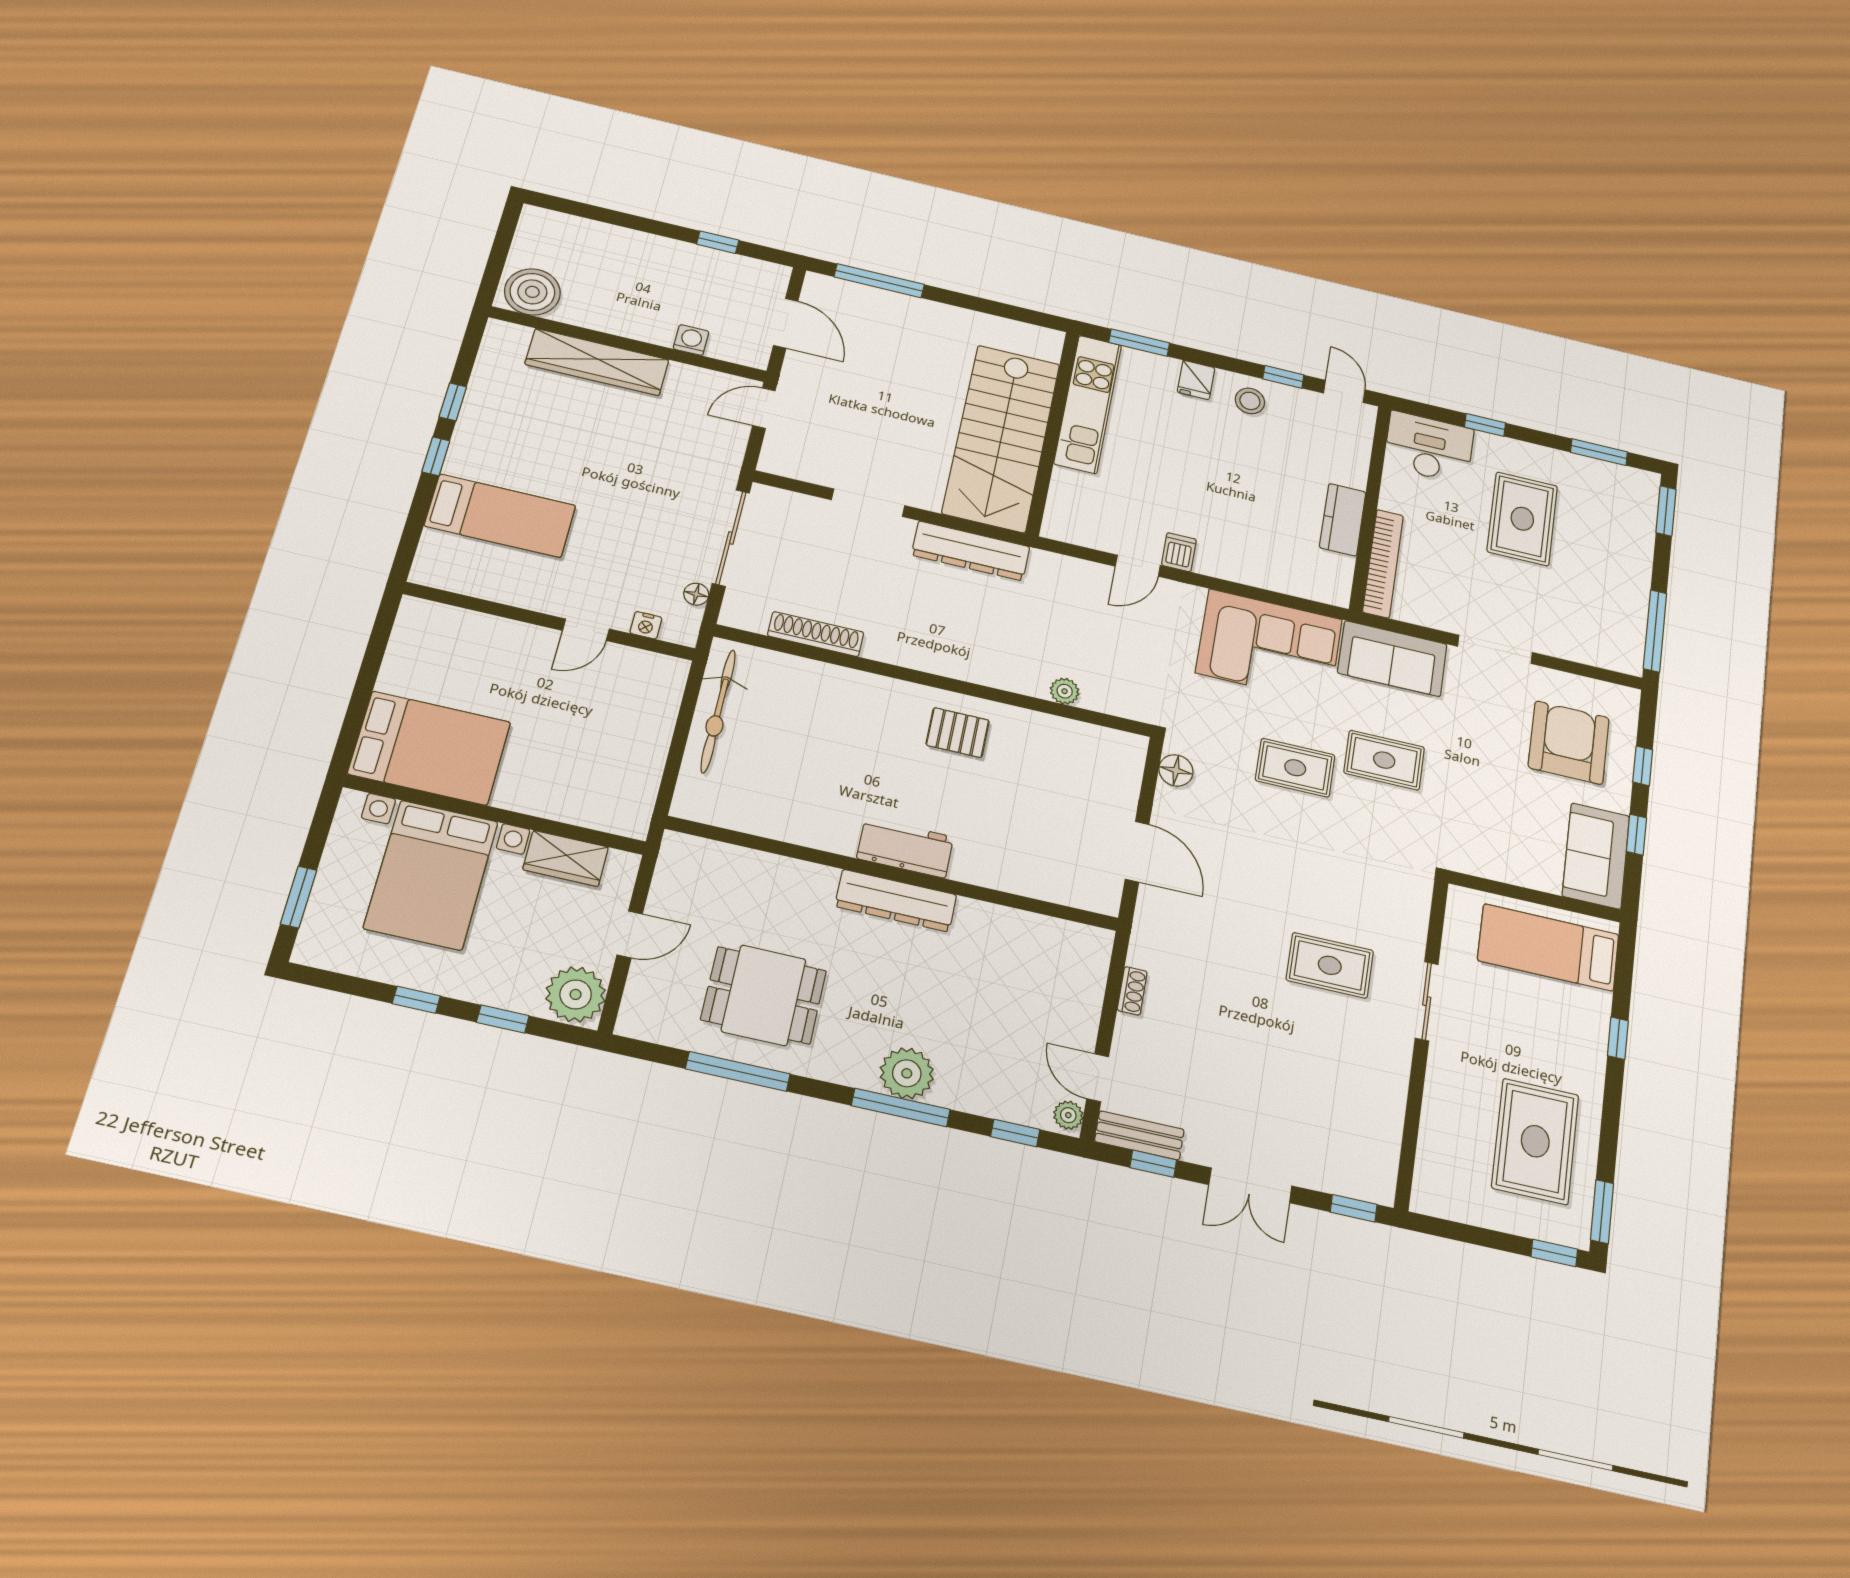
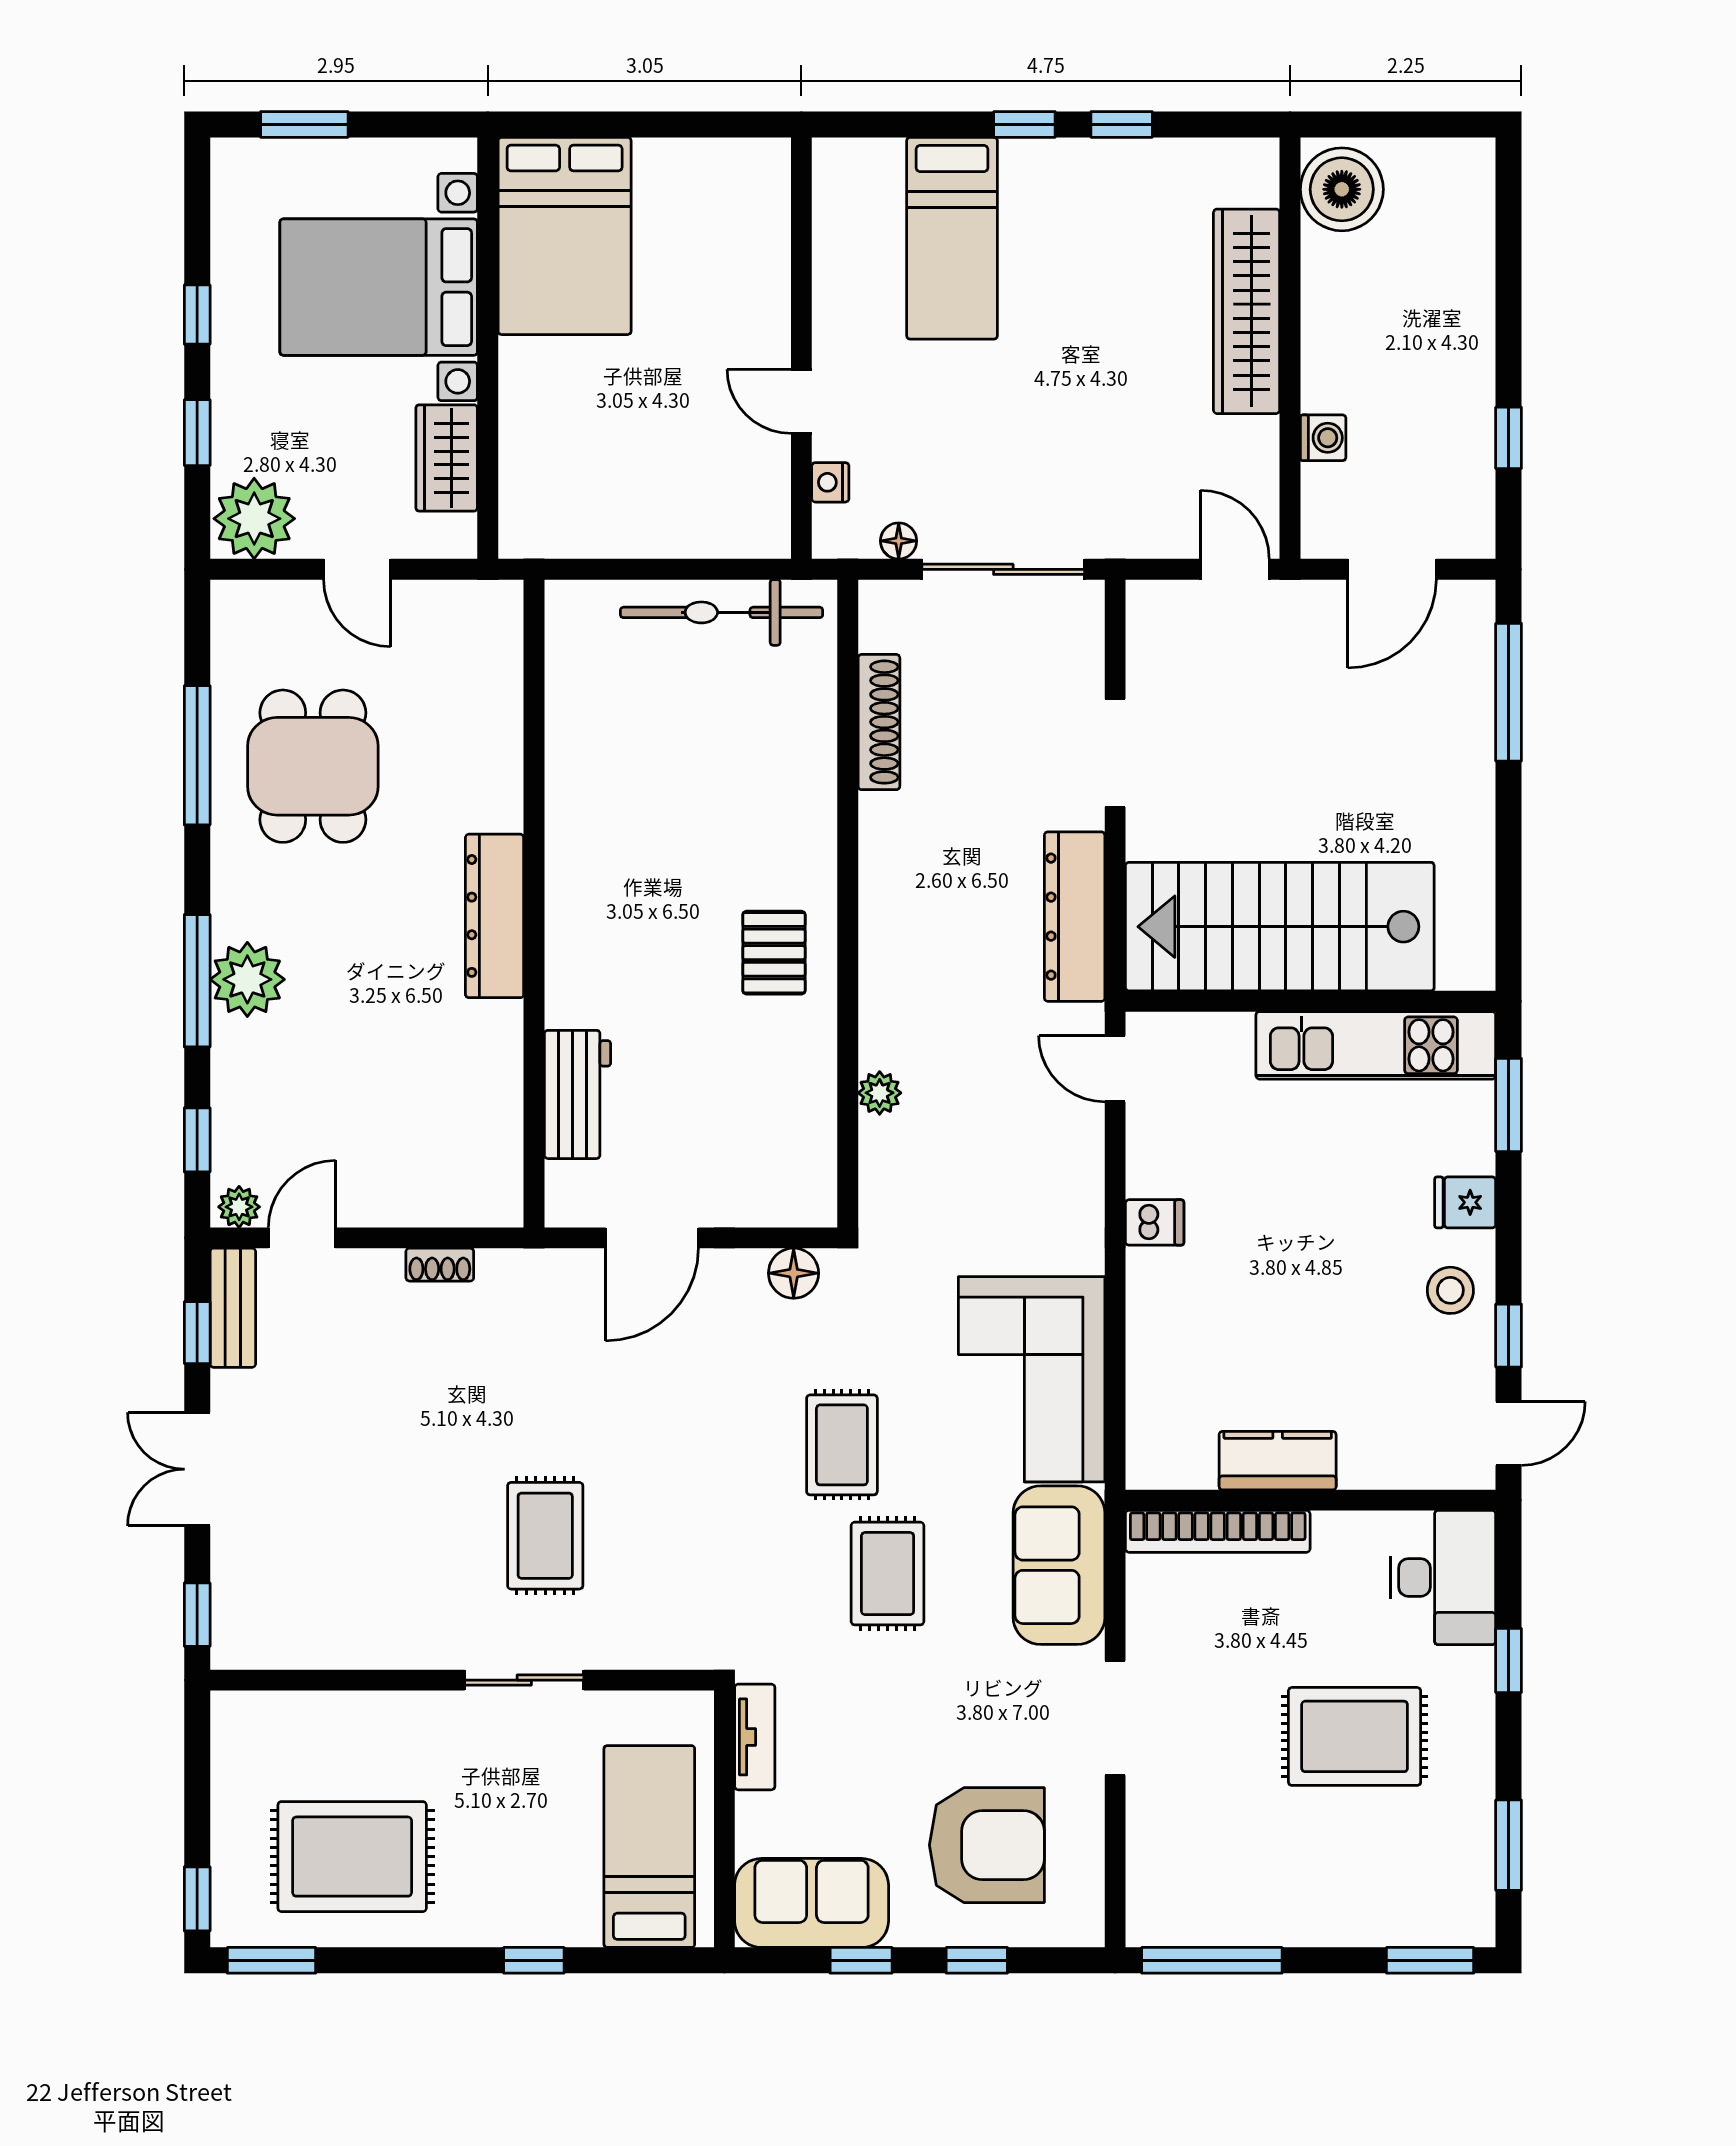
door: (1138, 566) -> (1115, 1069), moved
workbench: (905, 848) -> (577, 1094), moved
tv unit: (1482, 865) -> (755, 1737), added

